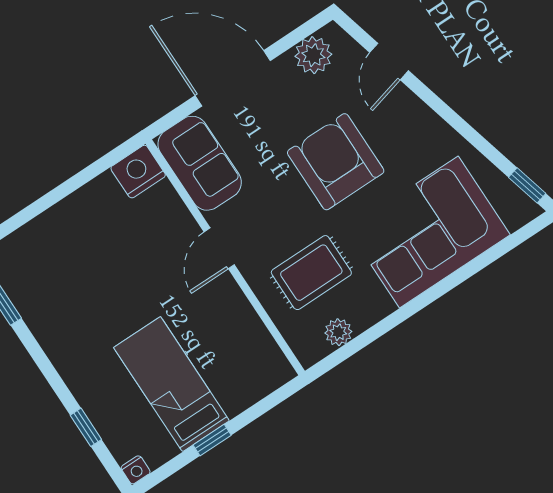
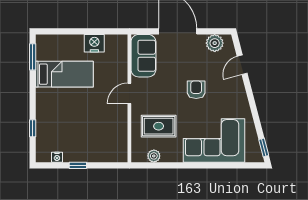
armchair: (336, 162) -> (196, 90), width x0.53, depth x0.53
nightstand: (138, 172) -> (94, 43), moved
bed: (171, 384) -> (64, 74), moved, turned 90
nightstand: (136, 470) -> (57, 157), moved

